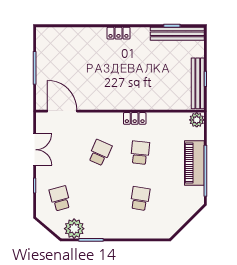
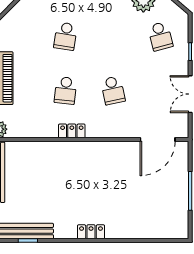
door: (62, 111) -> (158, 140), hinge flipped
school desk: (100, 153) -> (113, 90), turned -36

